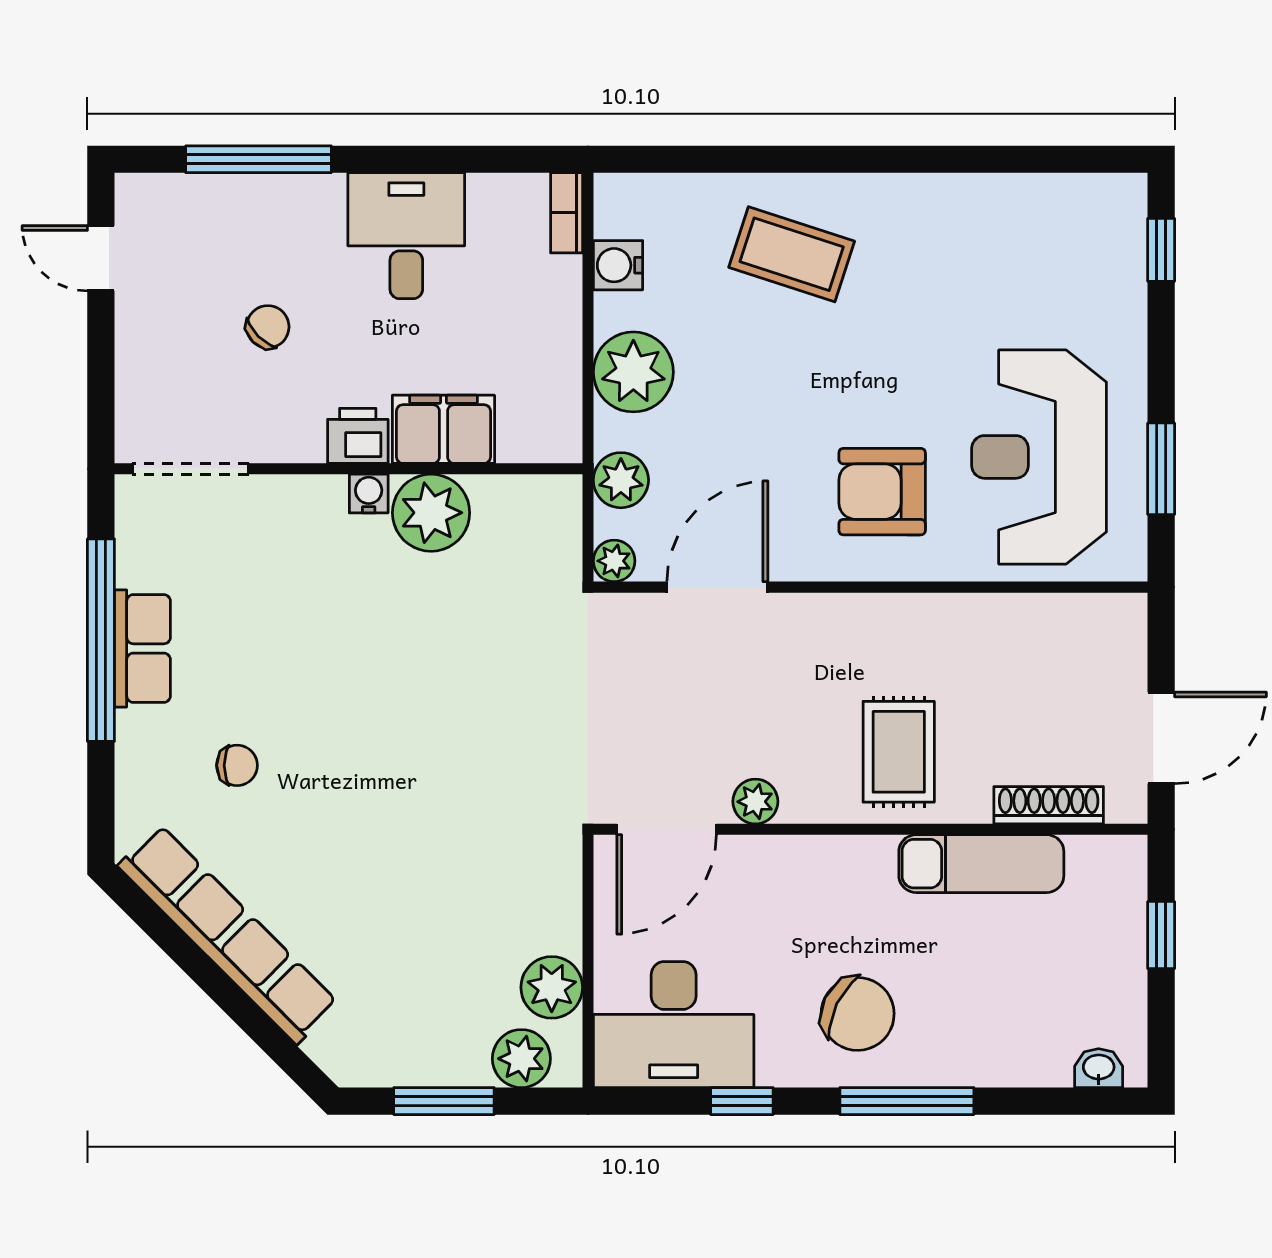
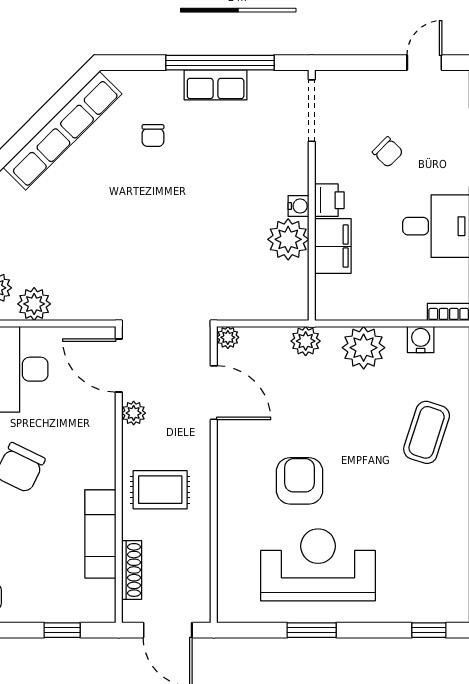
plant: (614, 561) -> (228, 337), moved
door: (717, 587) -> (214, 393), moved
wall: (870, 587) -> (214, 475), moved

